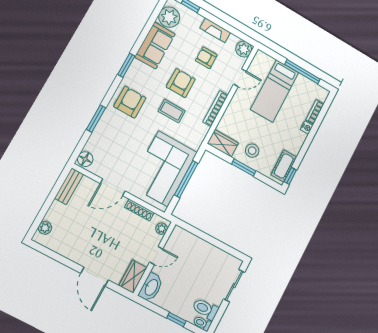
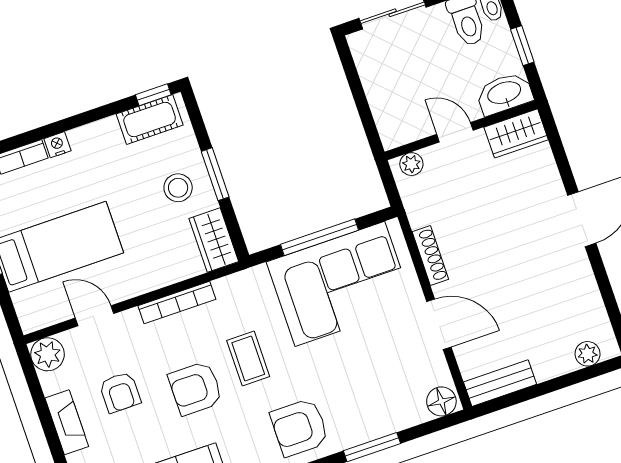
plant: (162, 229) -> (411, 164), moved
door: (156, 255) -> (455, 132), moved
wall: (155, 258) -> (461, 130), moved
wardrobe: (133, 277) -> (516, 133), moved
washbasin: (151, 287) -> (504, 93), moved

